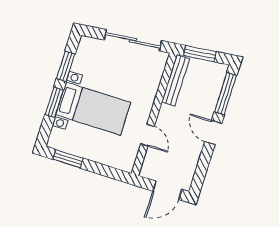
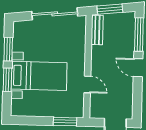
bench: (176, 80) -> (97, 30), width x0.73
window: (68, 159) -> (65, 122), moved

